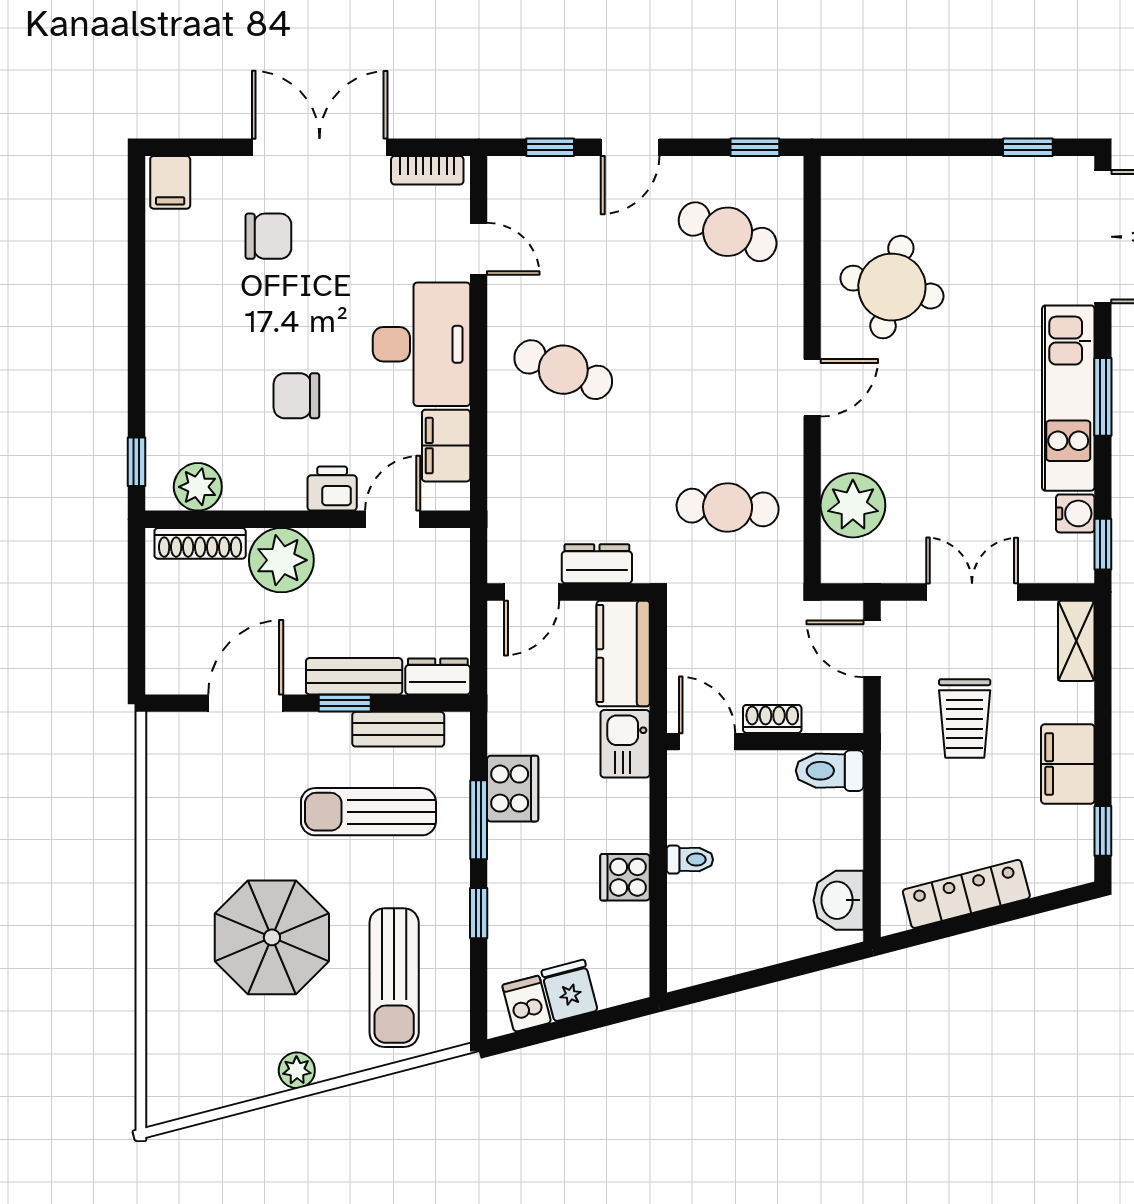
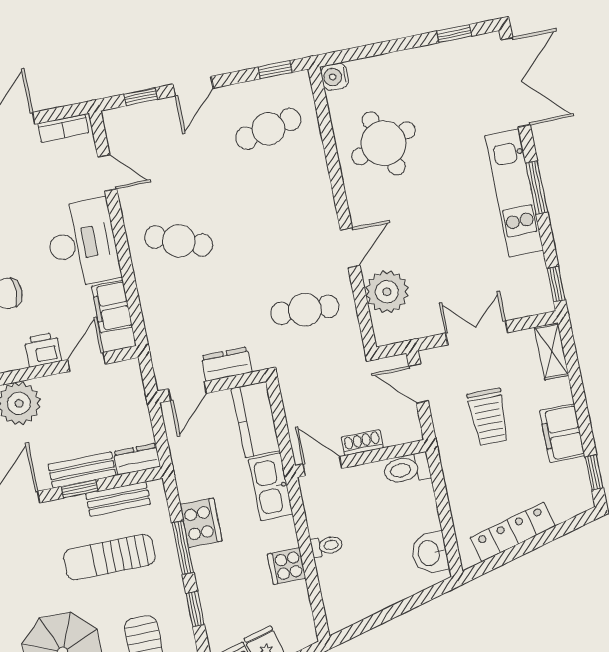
cafe table: (728, 232) -> (268, 129), turned -33
round table: (892, 287) -> (384, 143), turned -31
door: (812, 388) -> (350, 248), moved
water cooler: (1075, 513) -> (335, 77), moved, turned 180
kitchen sink: (625, 744) -> (271, 487), width x1.38

